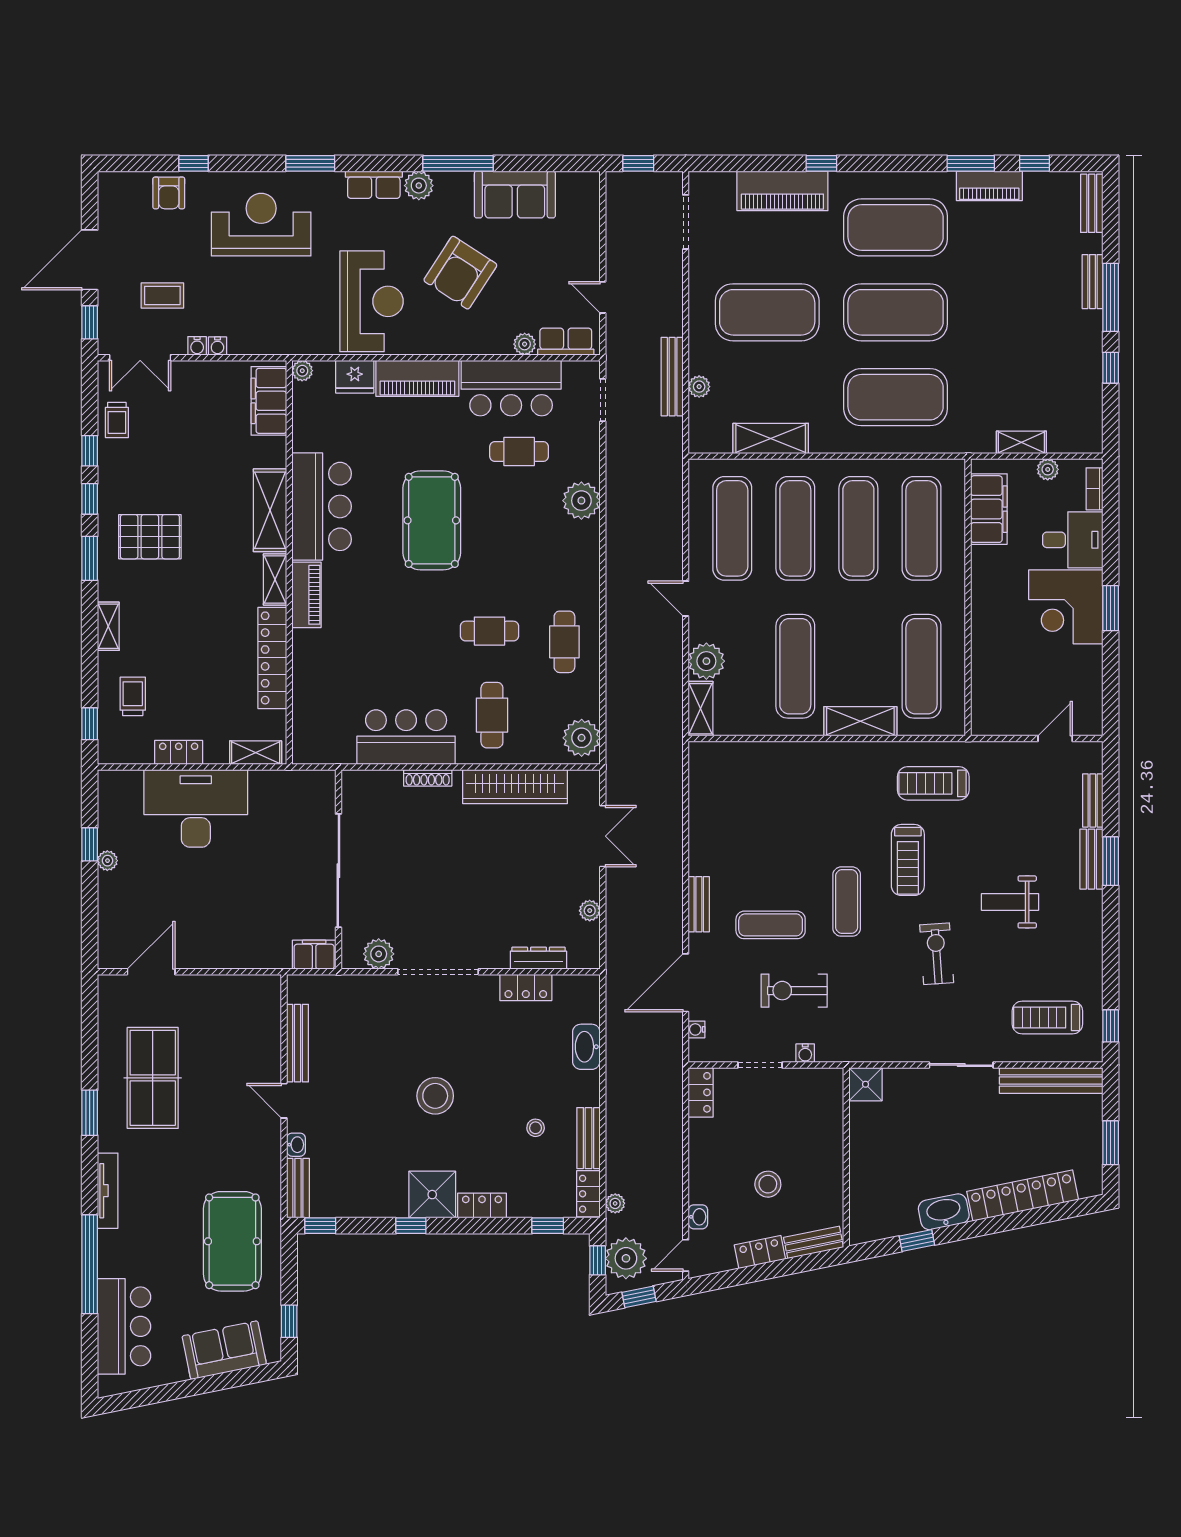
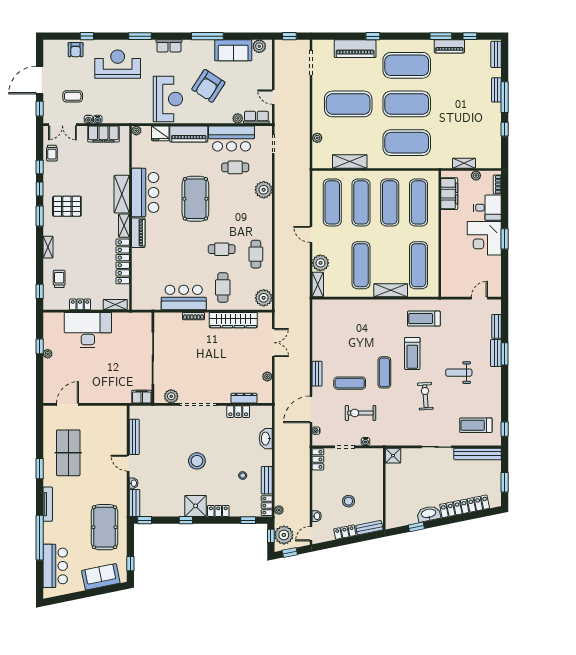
plant: (419, 186) -> (259, 46), moved
bench: (672, 377) -> (305, 133), removed
filing cabinet: (269, 401) -> (103, 134), moved, turned -90

